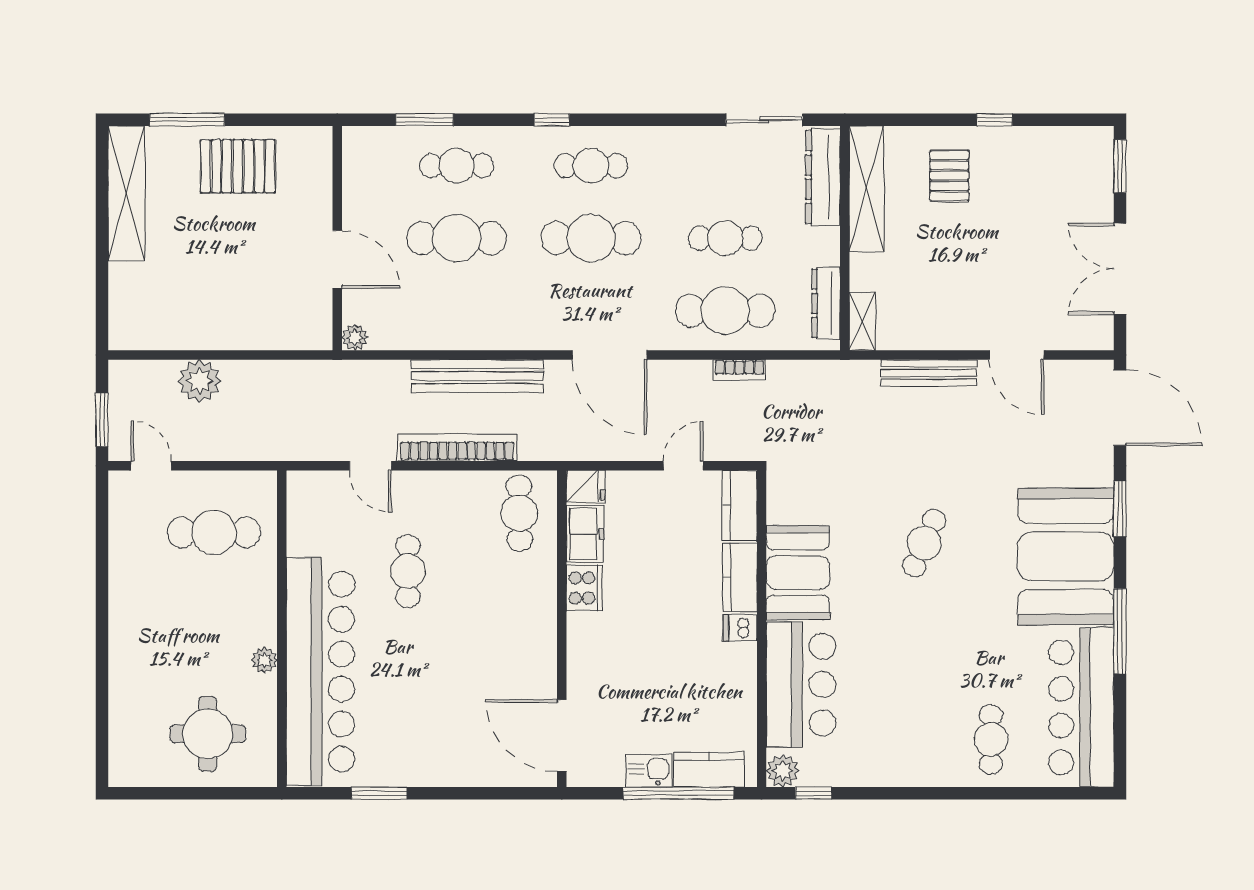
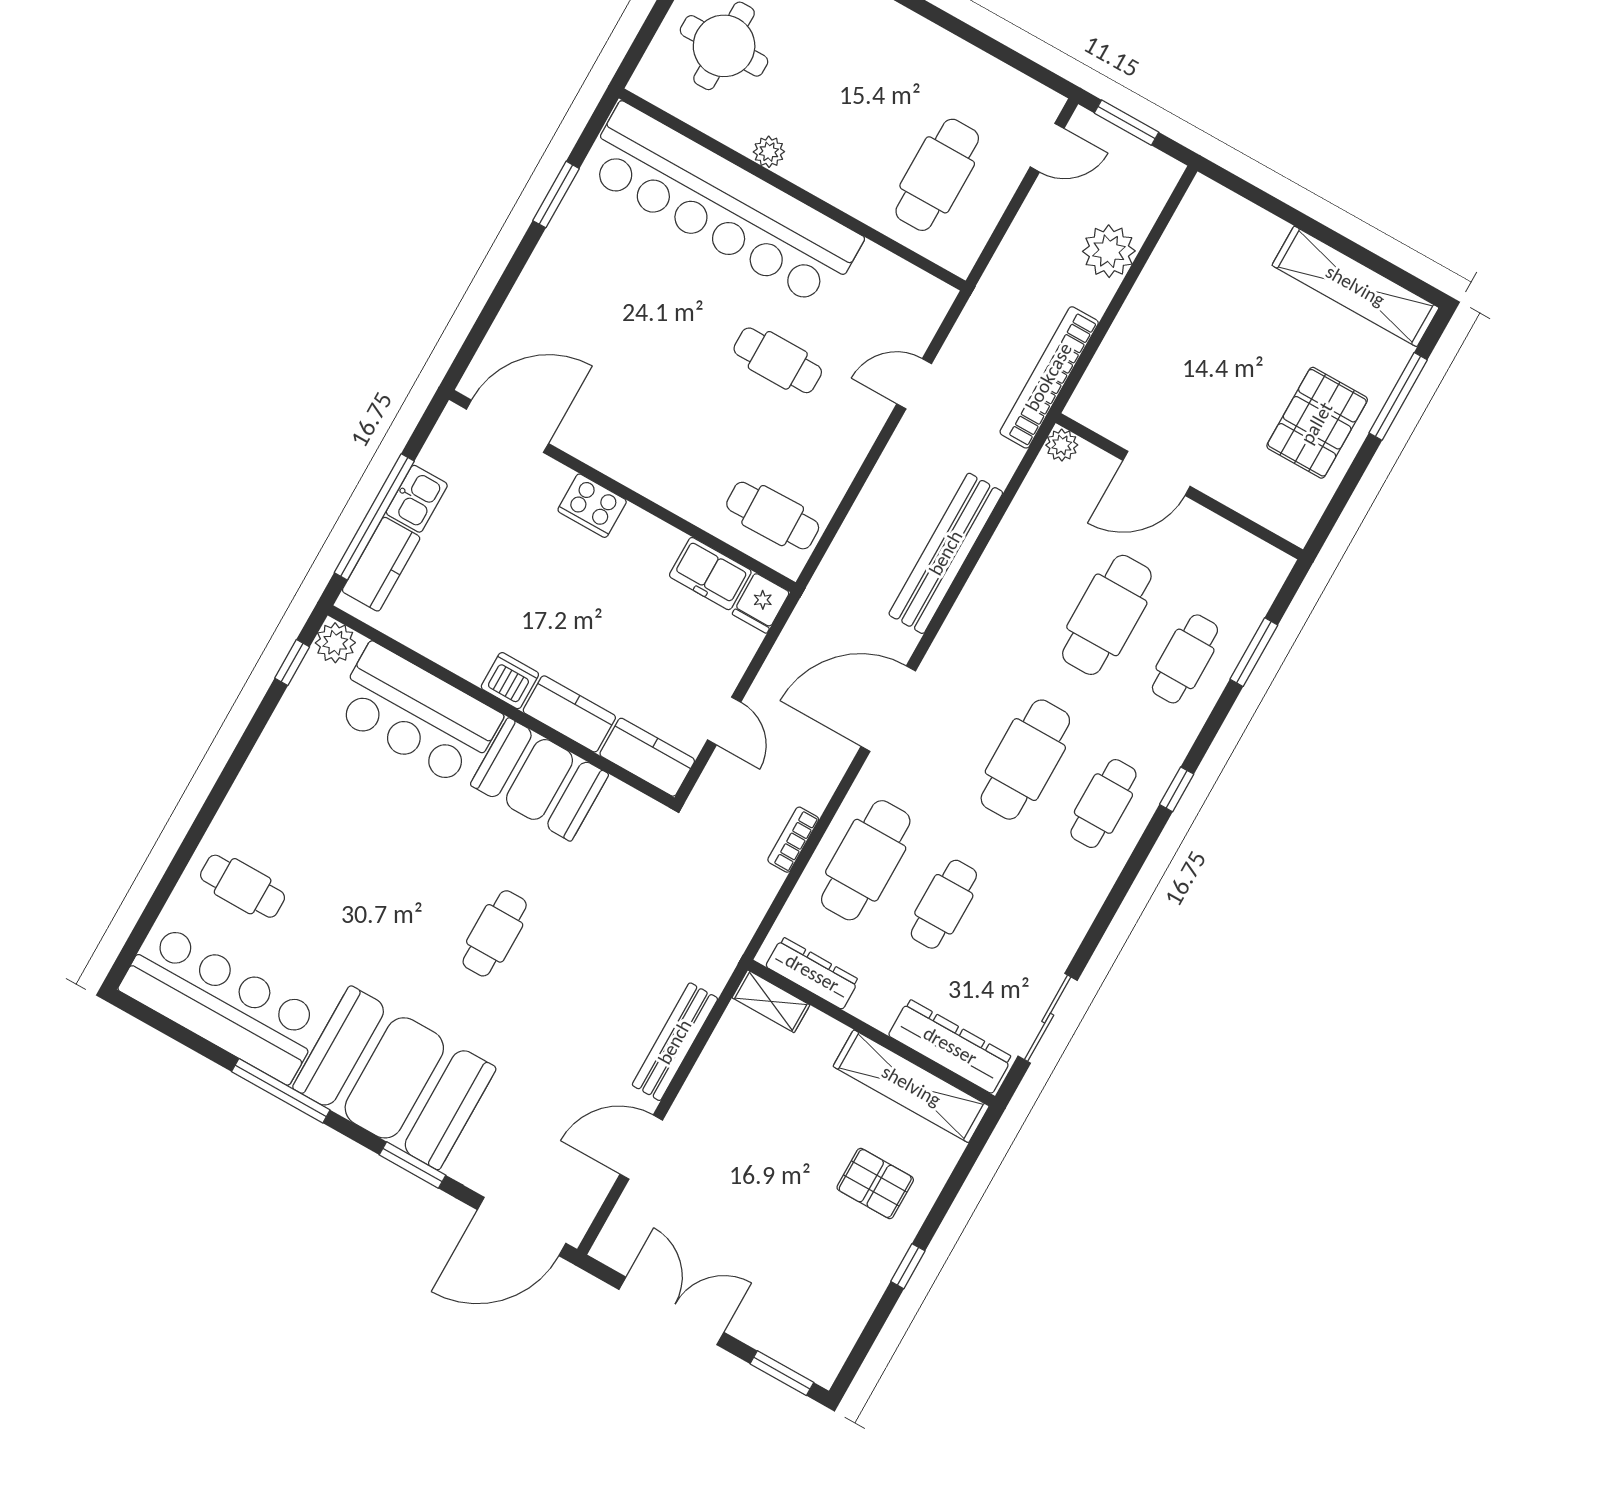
bookcase: (457, 448) -> (1049, 377), moved, turned 180
cafe table: (924, 543) -> (495, 933), turned 66
cooker: (584, 588) -> (592, 506), moved
dishwasher: (740, 628) -> (510, 681), width x1.38

